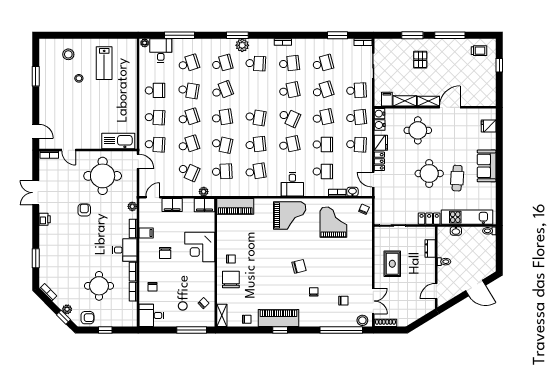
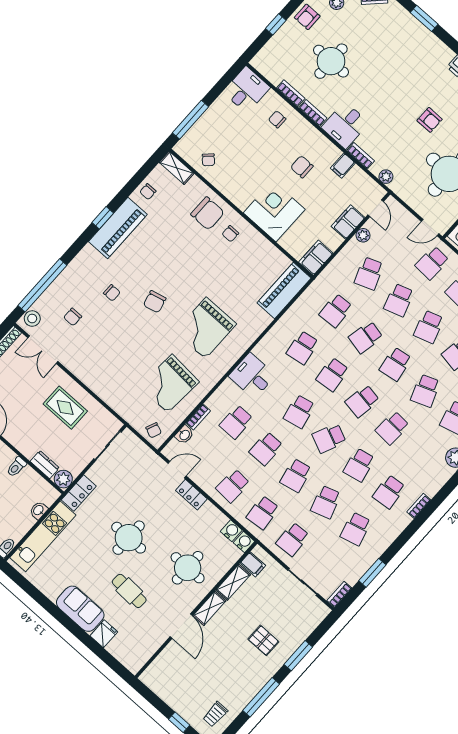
school desk: (256, 63) -> (392, 428), moved
fridge: (489, 126) -> (104, 634), moved
fridge: (381, 143) -> (210, 515), removed
school desk: (189, 171) -> (369, 273), turned -45
cafe table: (457, 178) -> (129, 591), moved
plant: (204, 192) -> (363, 235), moved
grand piano: (290, 215) -> (206, 328), moved
grand piano: (333, 222) -> (170, 384), turned 94
plant: (429, 233) -> (63, 479), added

